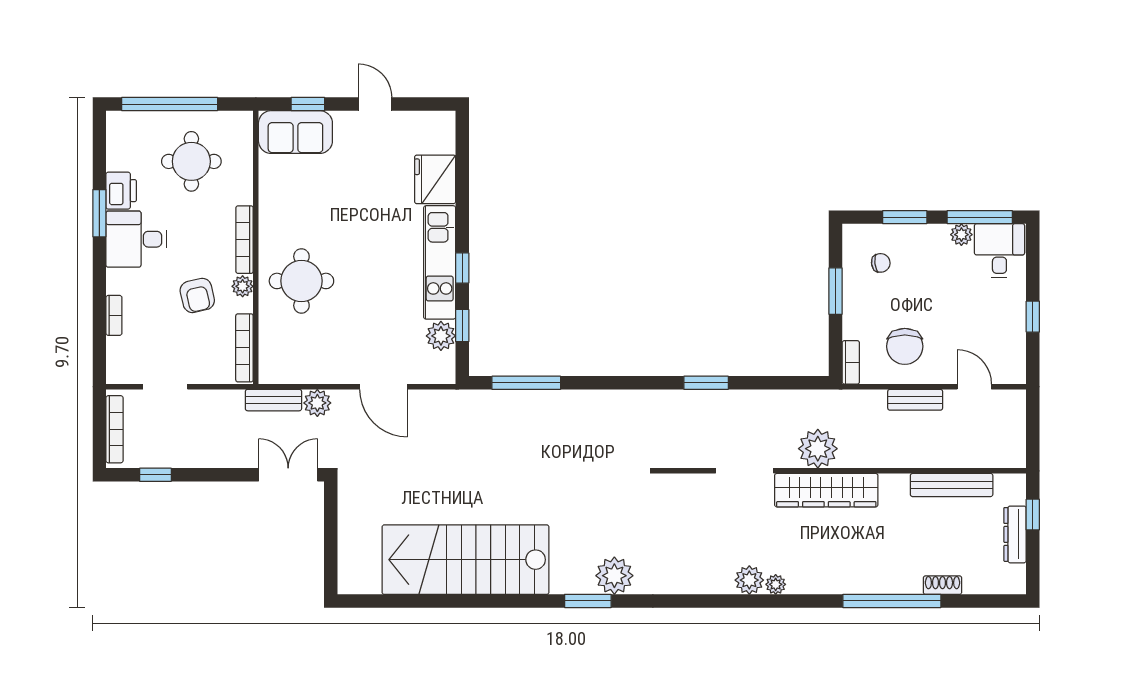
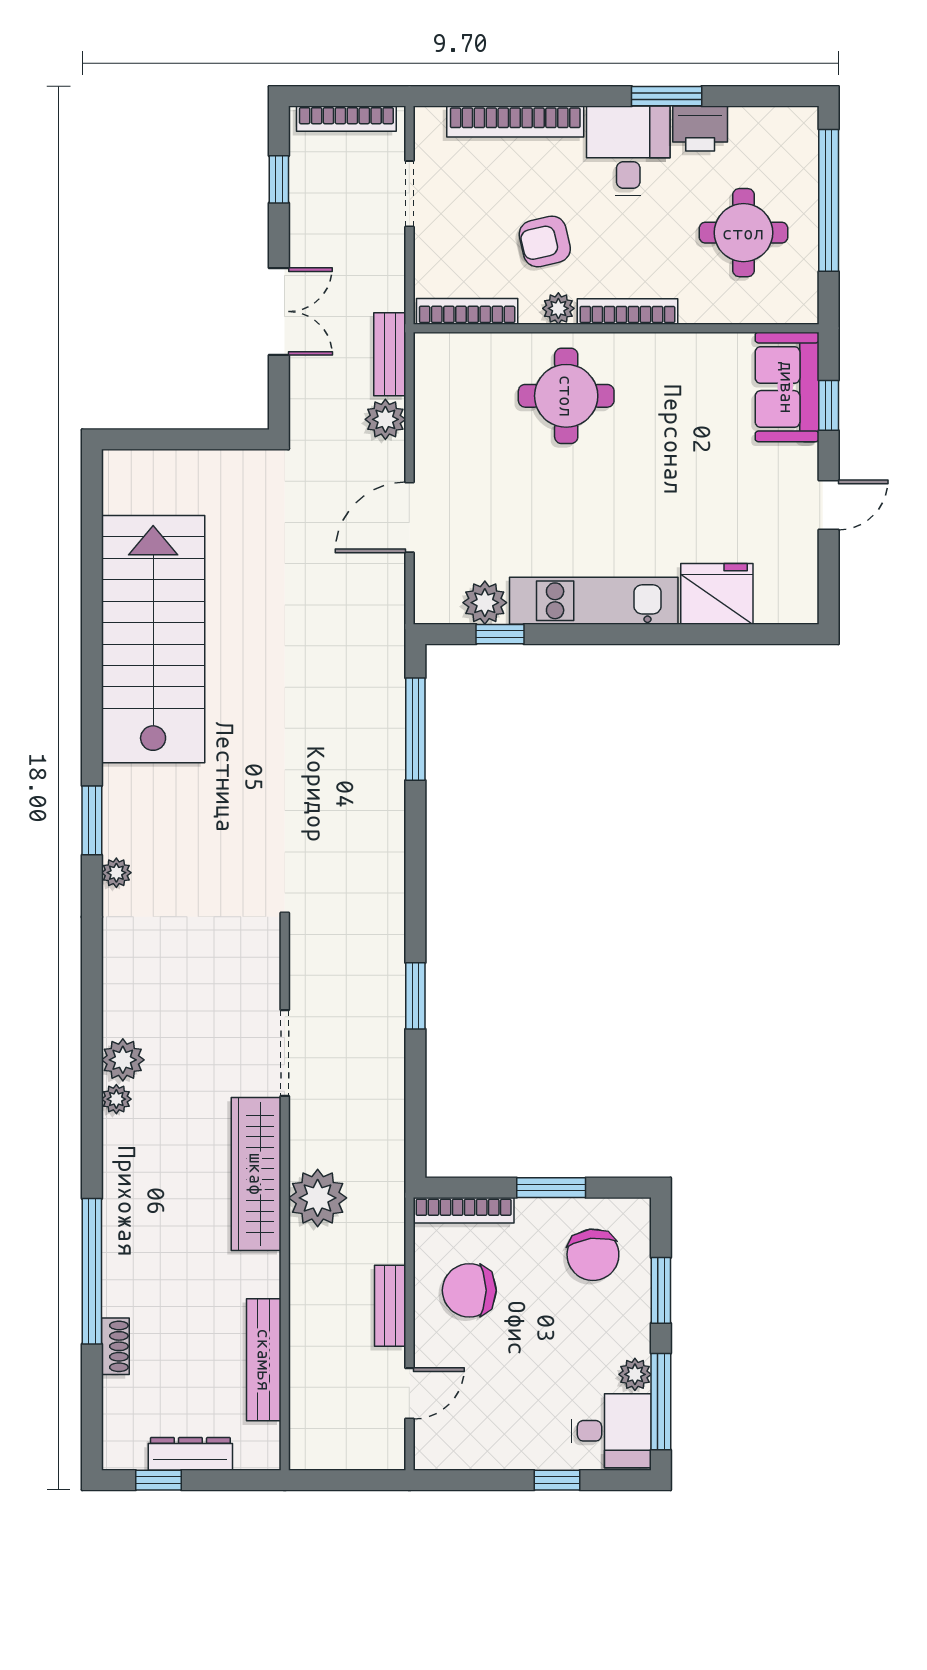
chair: (881, 263) -> (593, 1255), width x1.87, depth x1.87
window: (462, 268) -> (585, 634), removed
bookcase: (114, 315) -> (515, 122), width x2.31, depth x1.31
window: (1033, 317) -> (557, 1480), moved
bookcase: (851, 362) -> (464, 1210), width x1.56
plant: (818, 449) -> (318, 1198), moved
double door: (288, 475) -> (279, 311), moved
window: (1033, 515) -> (159, 1480), moved
plant: (614, 576) -> (116, 873), width x0.53, depth x0.53

